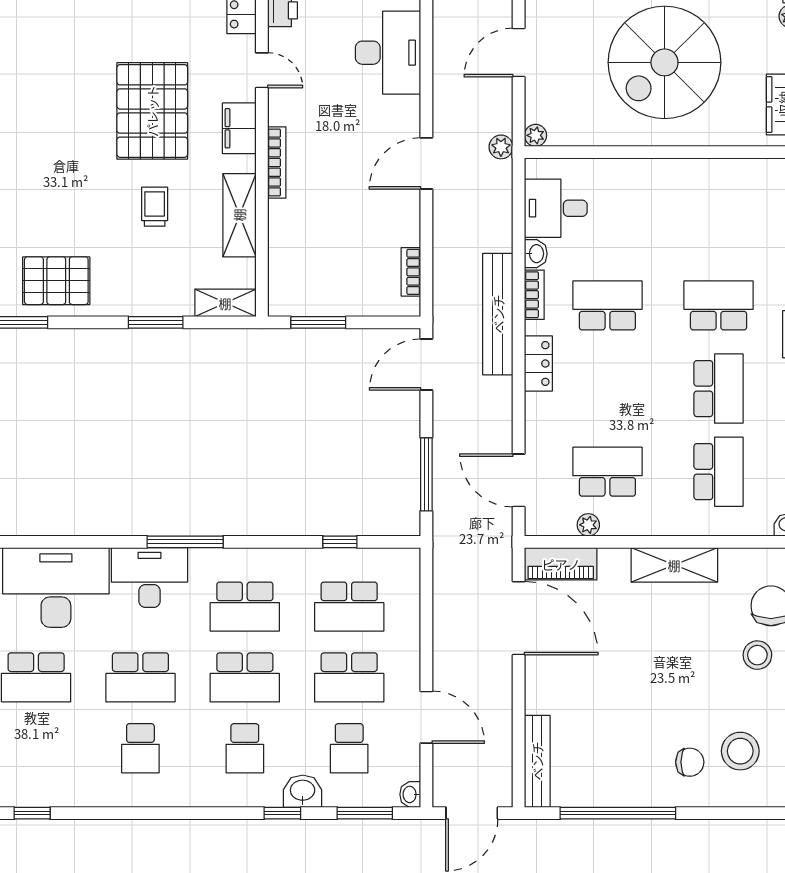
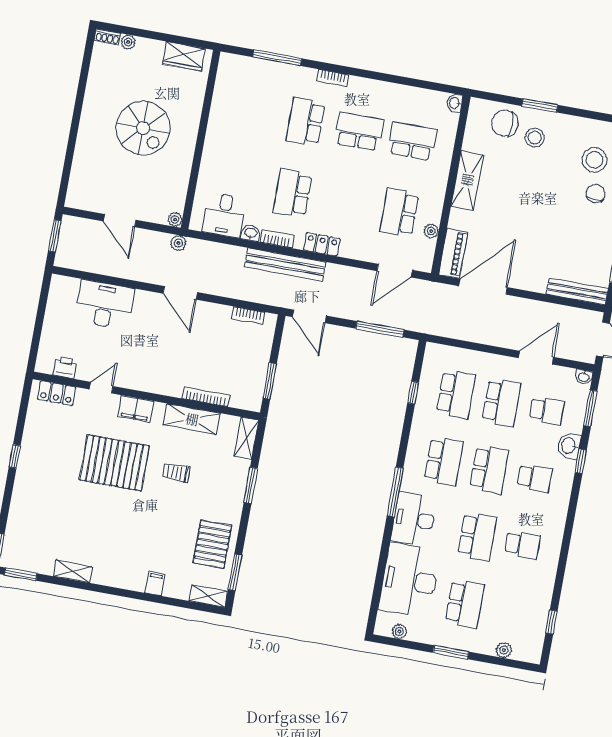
spiral stairs: (664, 62) -> (143, 128), width x0.73, depth x0.73
bookcase: (277, 163) -> (206, 397), moved

